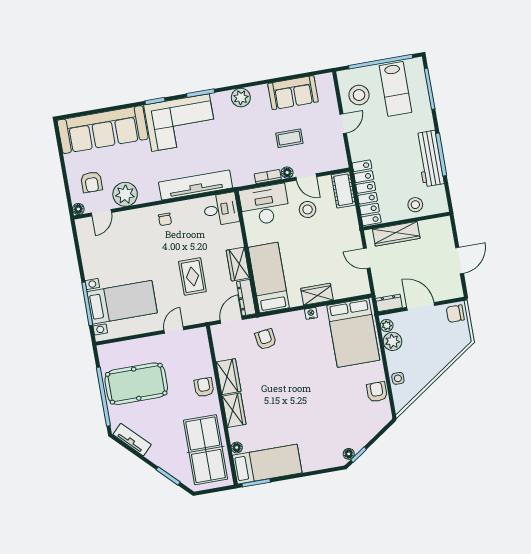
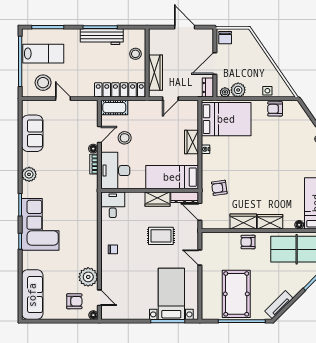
sofa: (103, 130) -> (32, 295), width x0.74, depth x0.79
coffee table: (289, 138) -> (67, 142), removed
tv unit: (196, 185) -> (91, 221), removed

